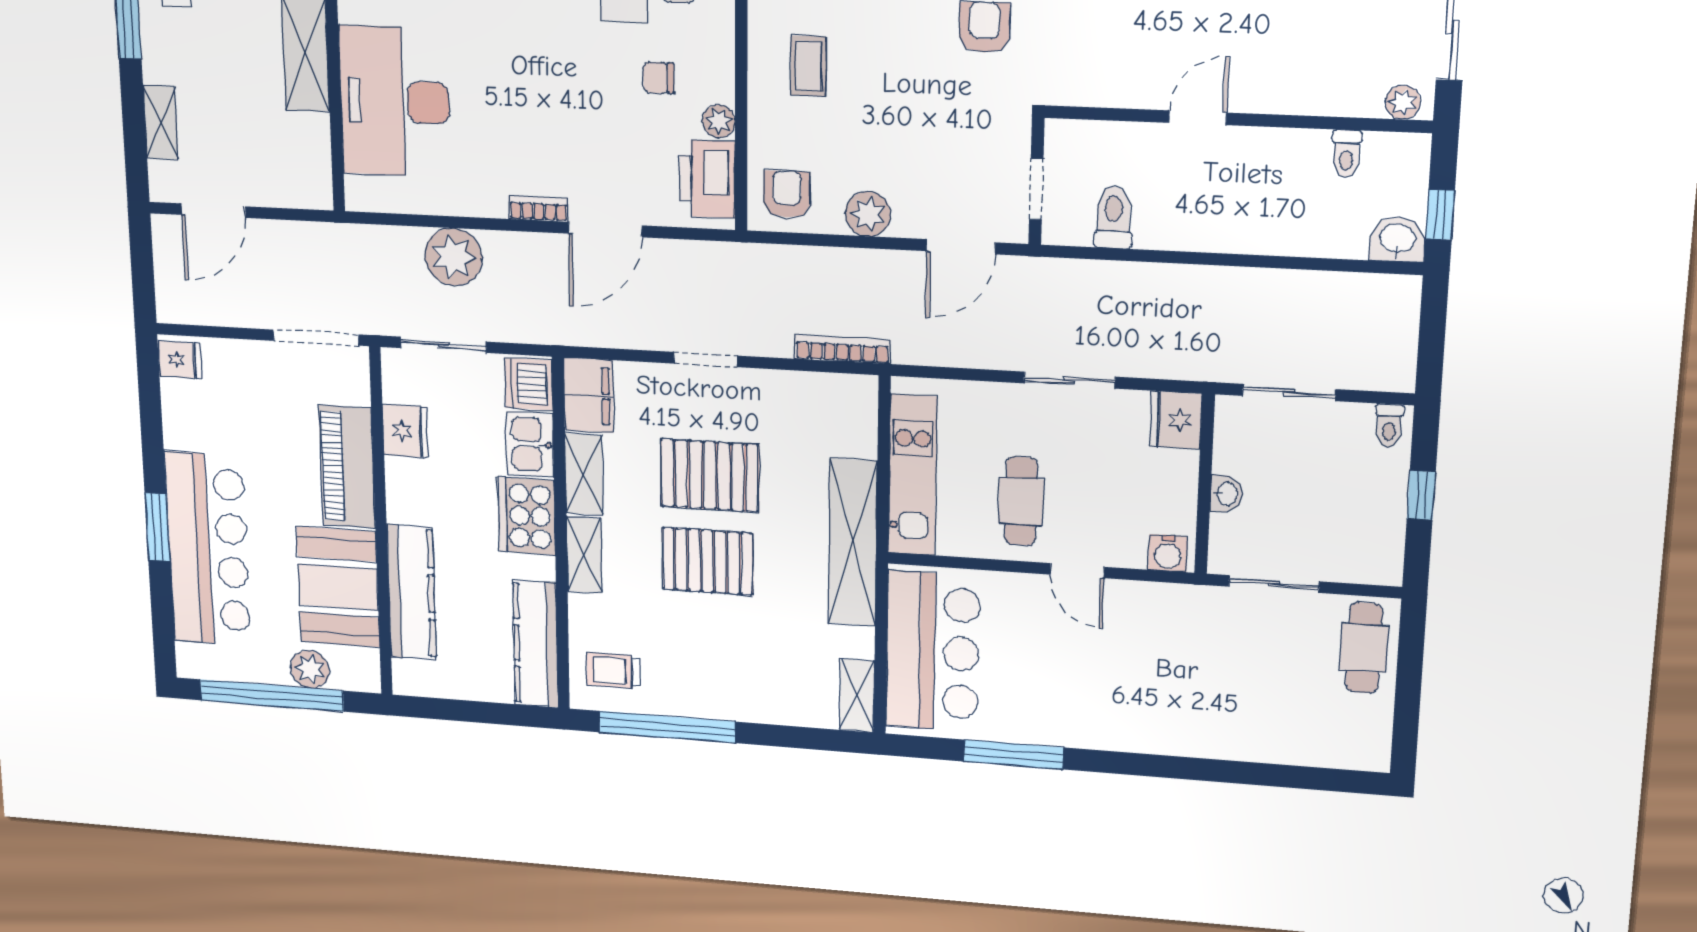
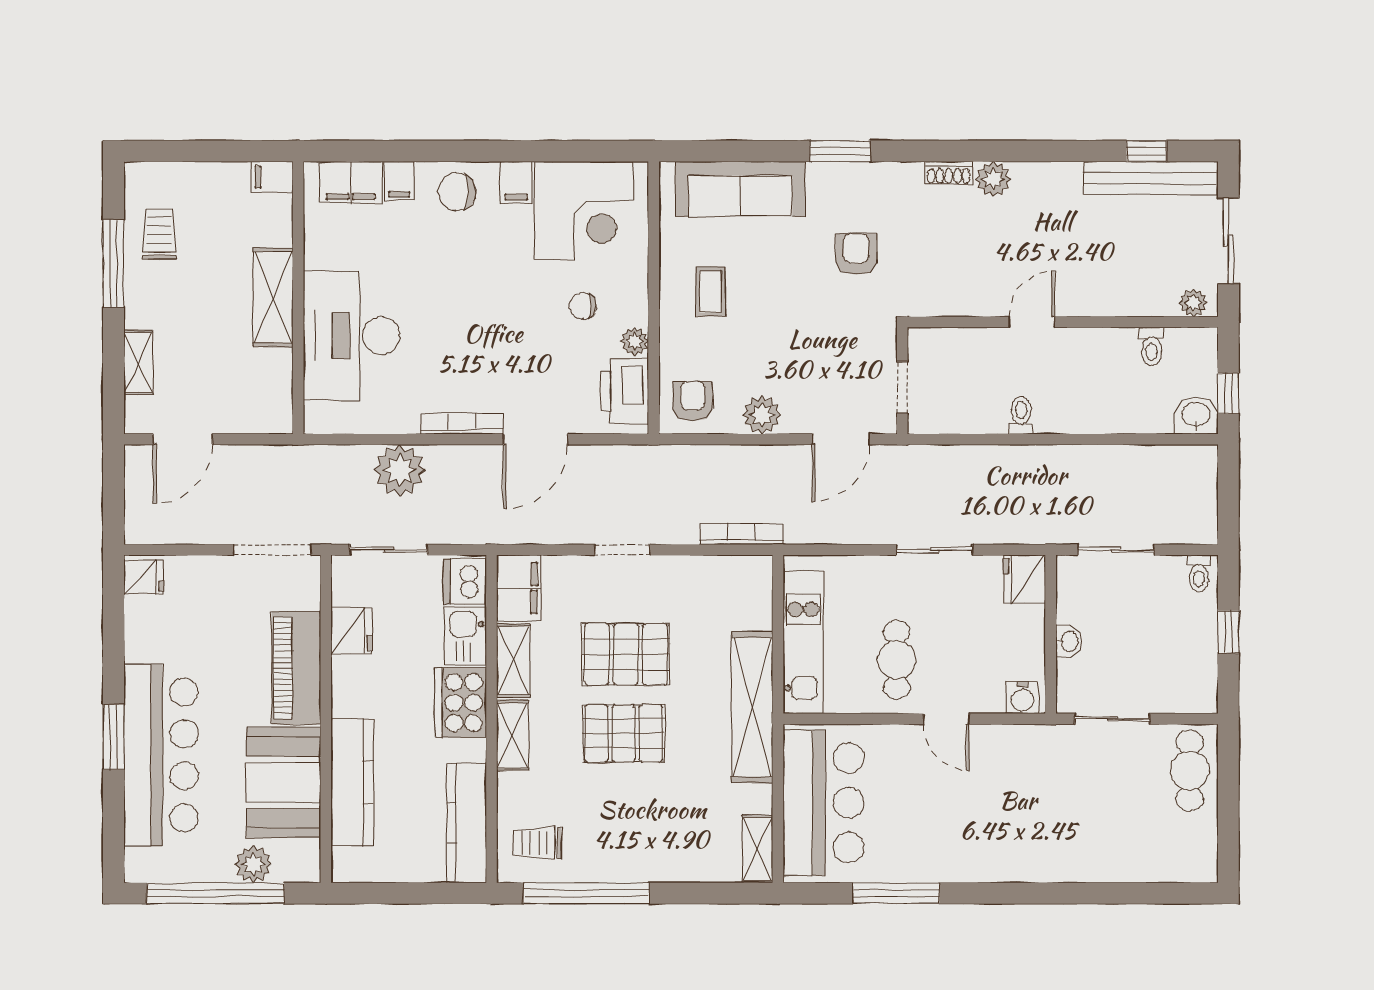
bookcase: (538, 209) -> (462, 424), width x1.56
toilet: (1114, 217) -> (1021, 415), moved, width x0.73, depth x0.72

